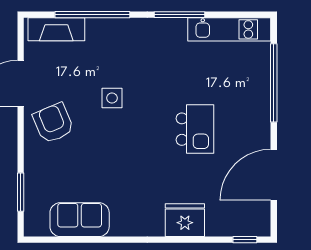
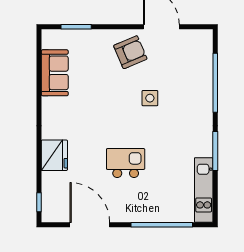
fireplace: (56, 29) -> (204, 55), removed
kitchen island: (195, 129) -> (126, 163), turned 180

